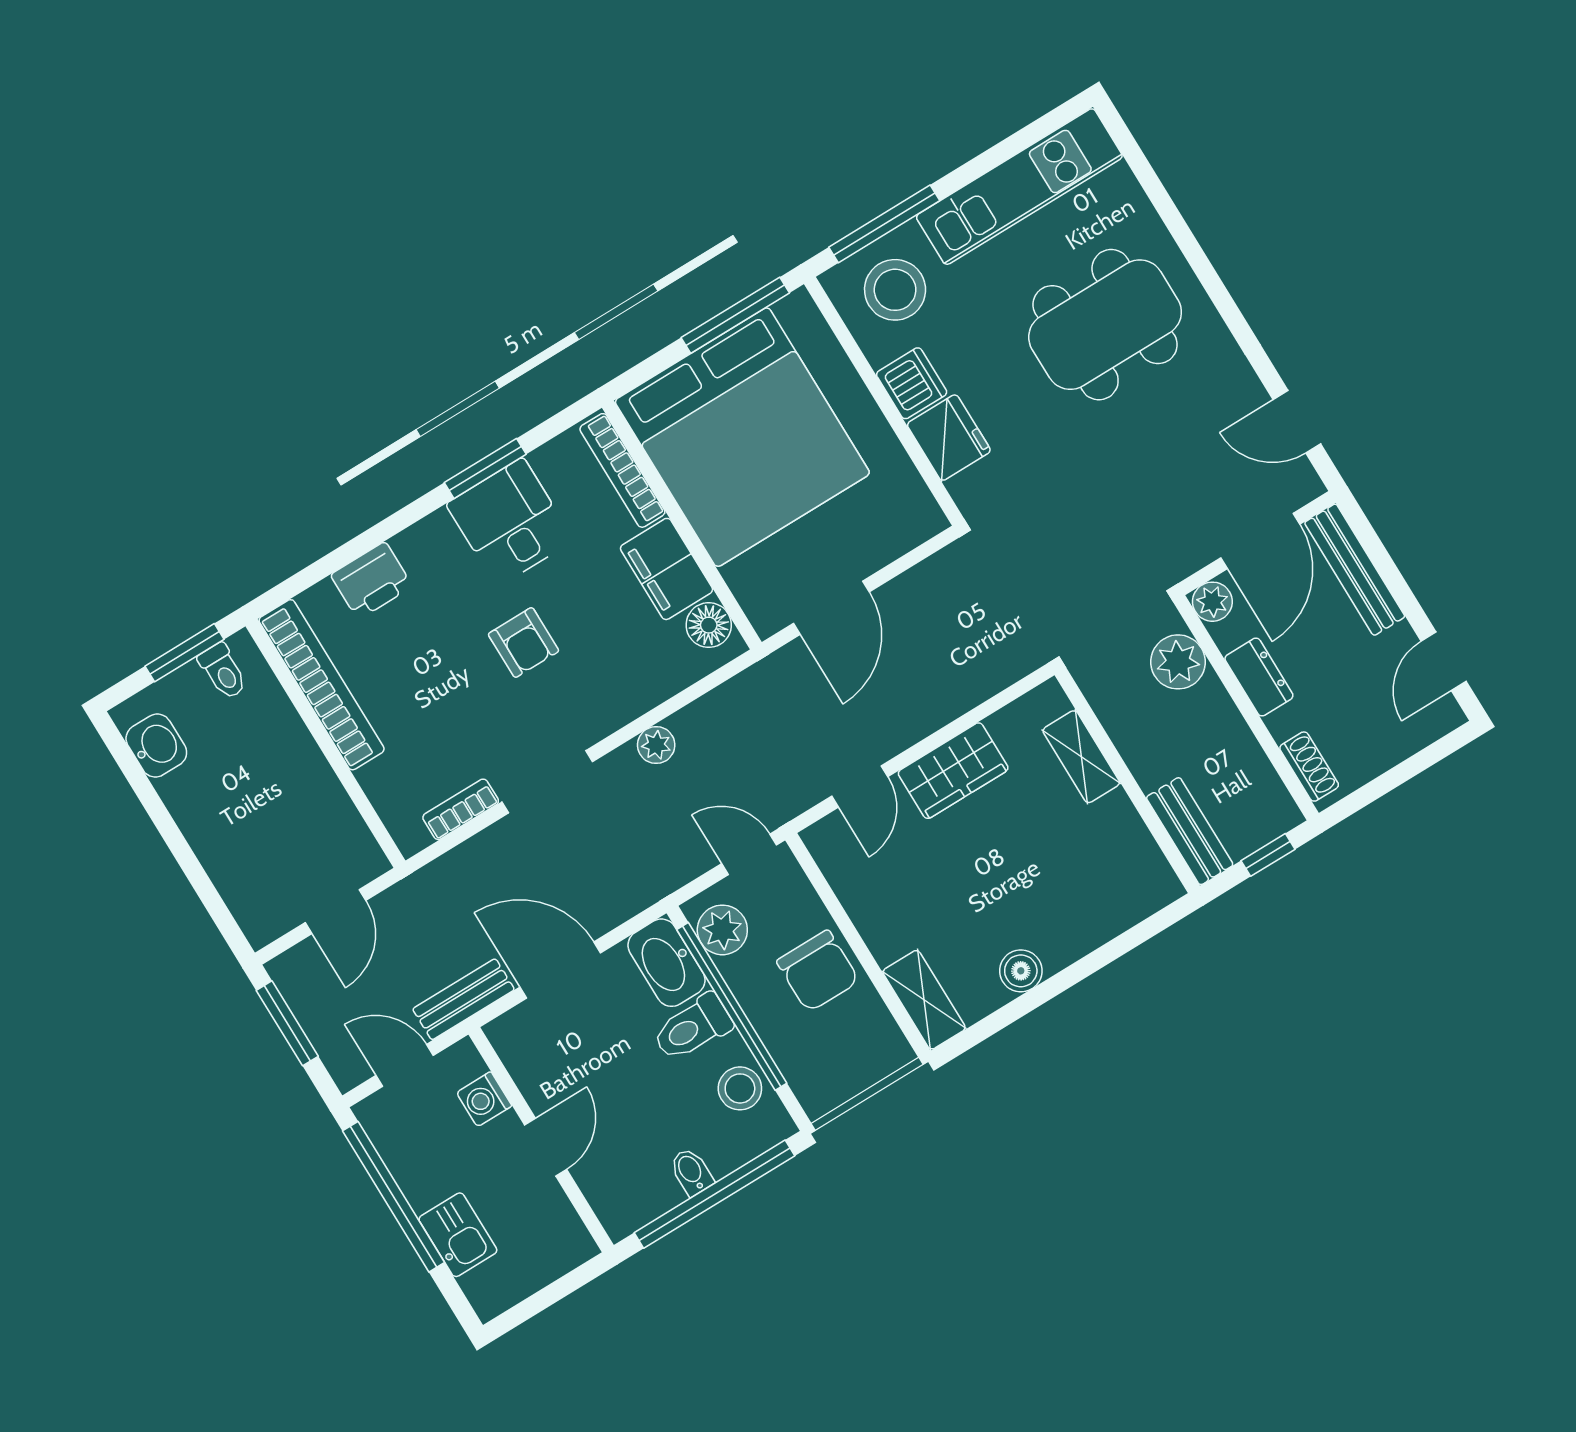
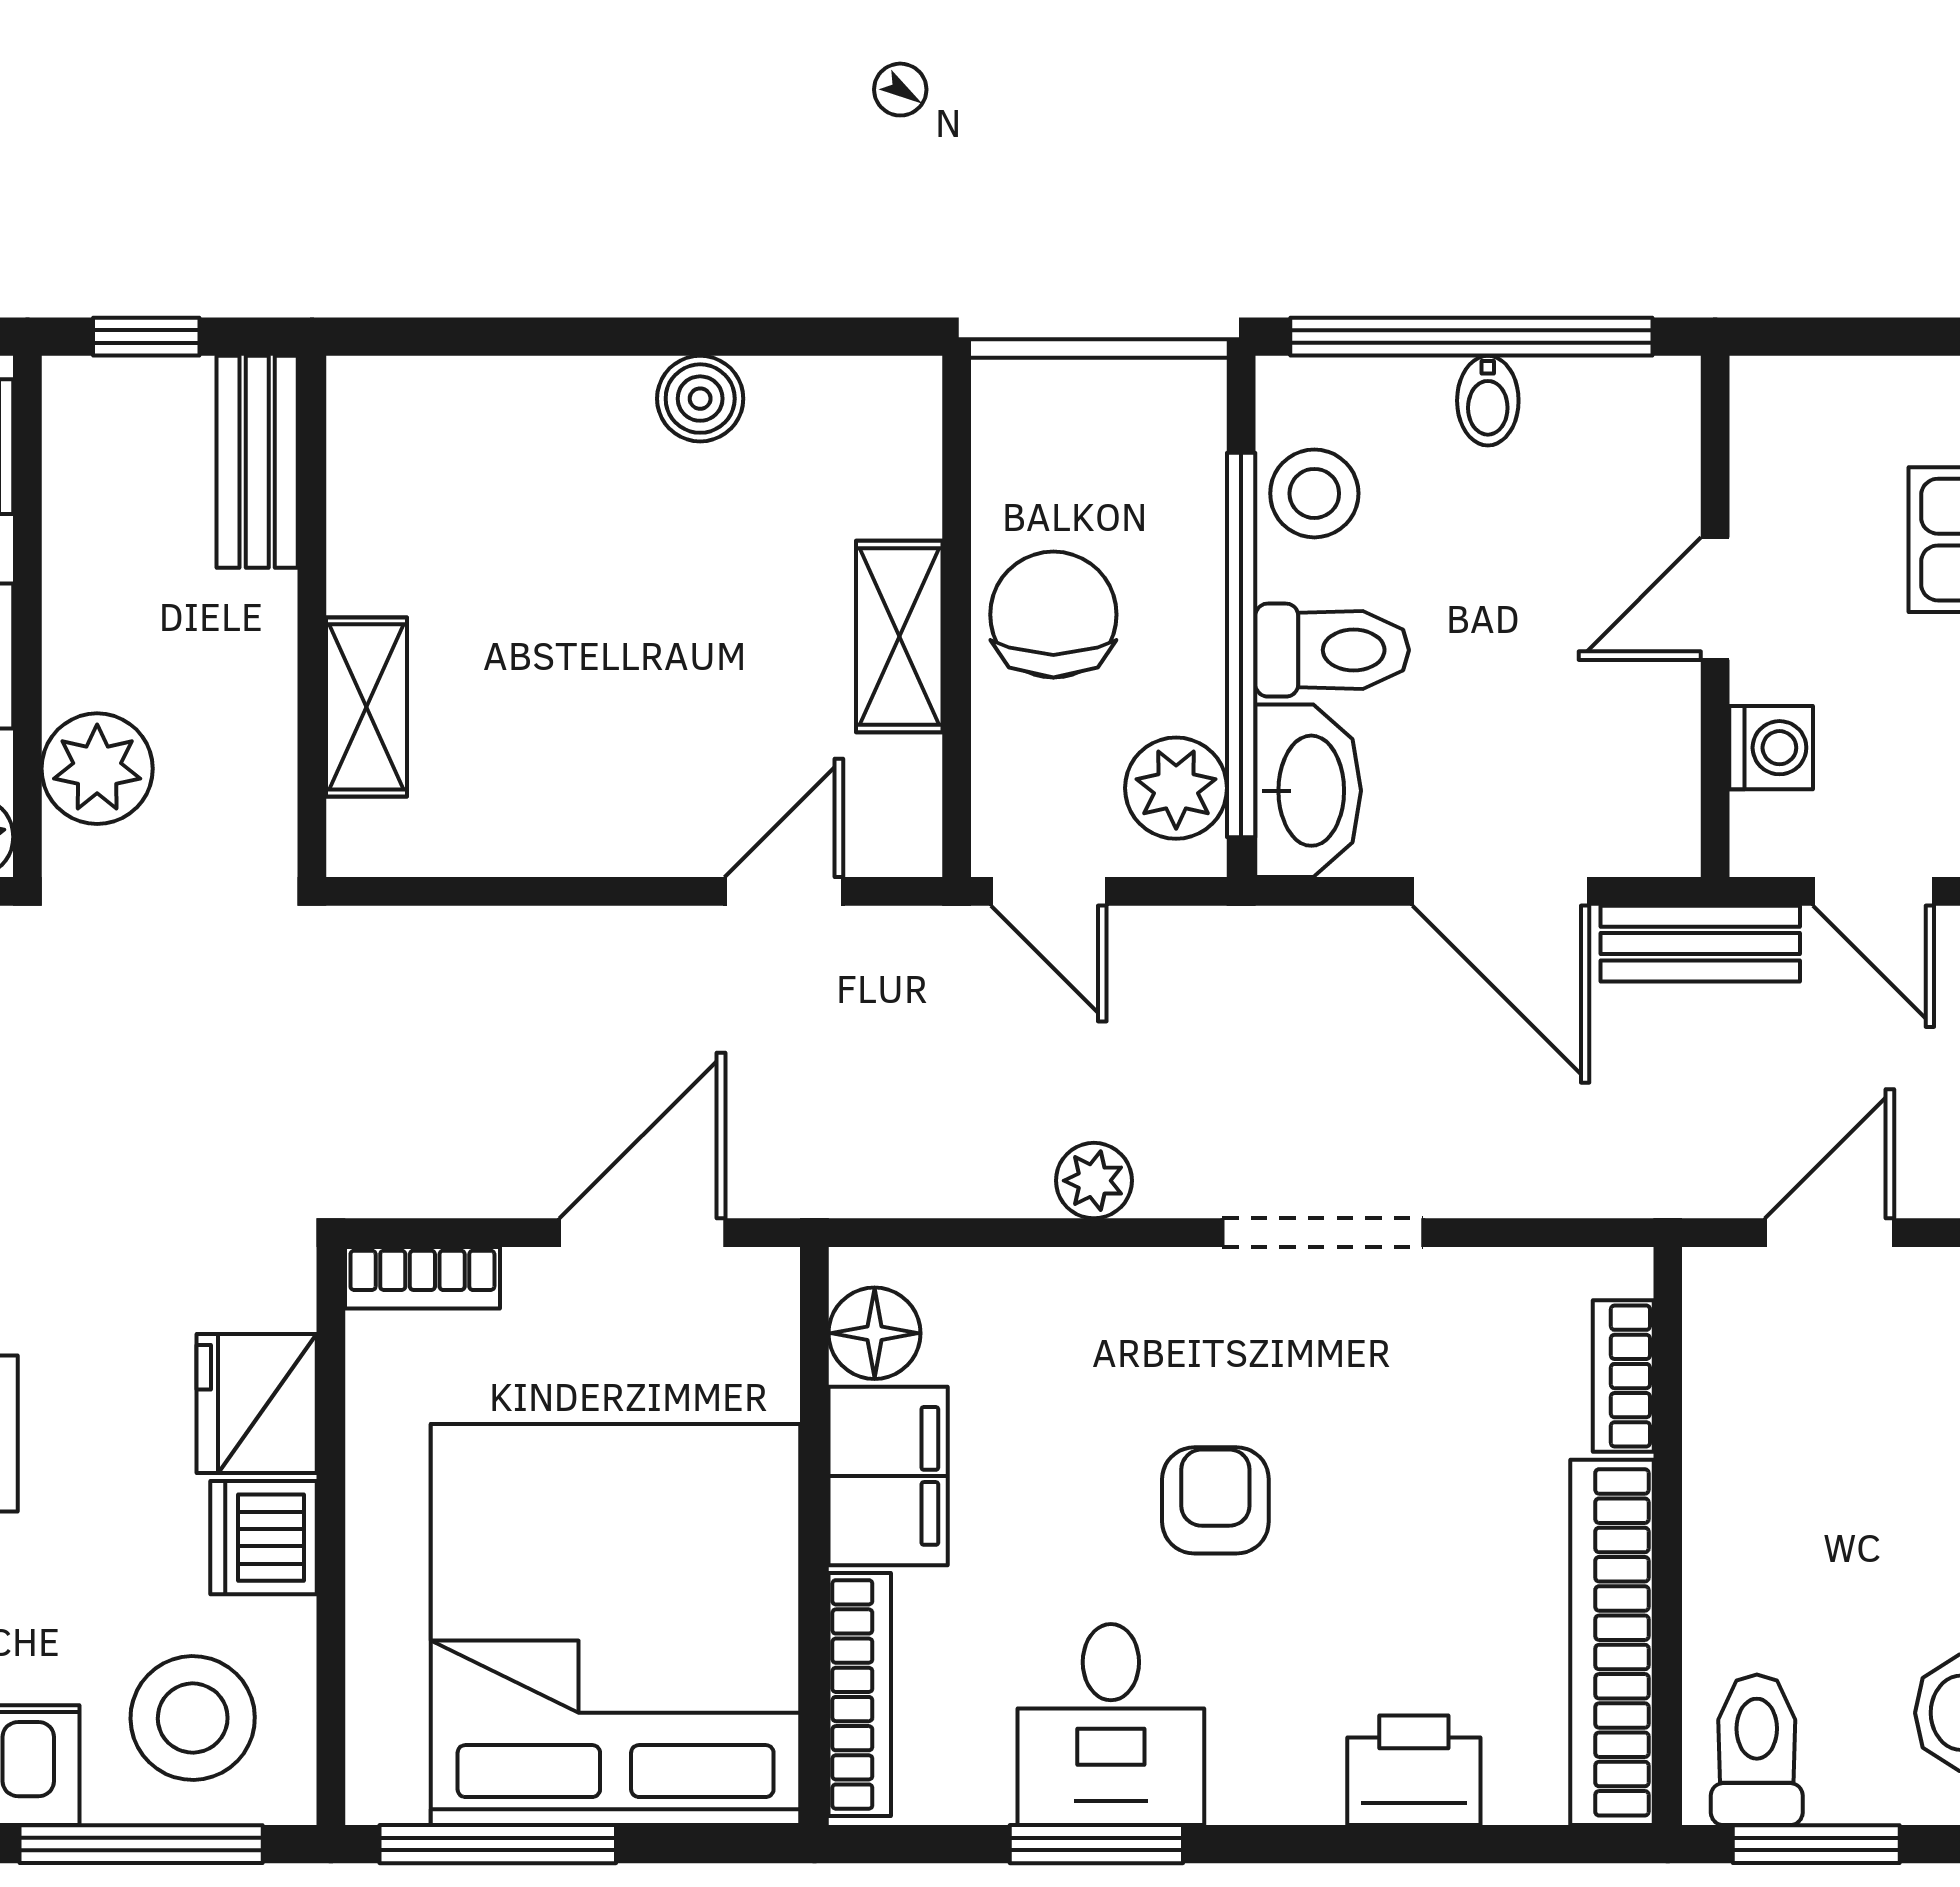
bookcase: (912, 533) -> (422, 1278), added
toilet: (223, 671) -> (1757, 1750), width x1.37, depth x1.39
wardrobe: (953, 771) -> (604, 819), removed
bookcase: (461, 809) -> (1623, 1376), moved, turned 90
shelving: (924, 1000) -> (899, 636), moved

